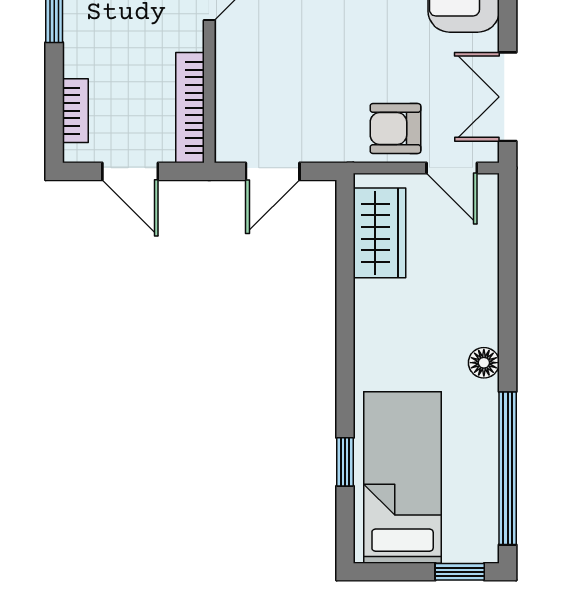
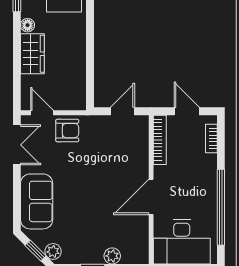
wardrobe: (379, 233) -> (32, 54), moved, turned 180

